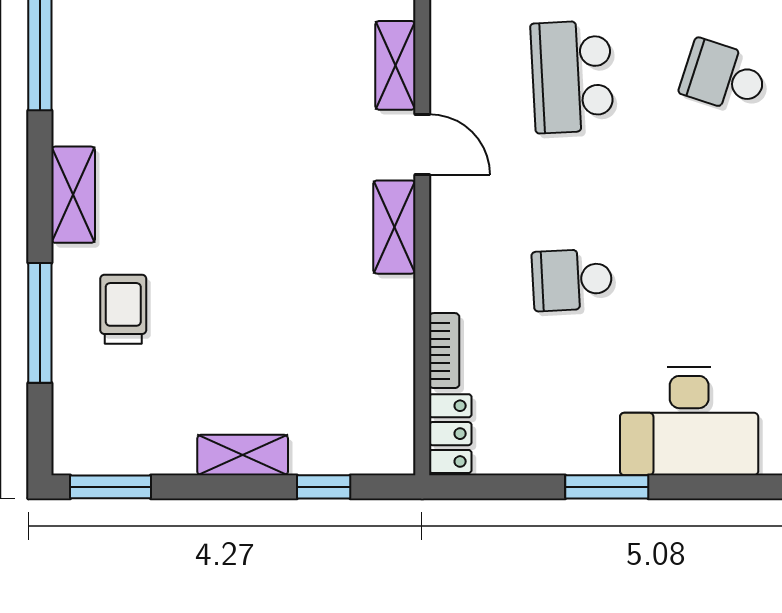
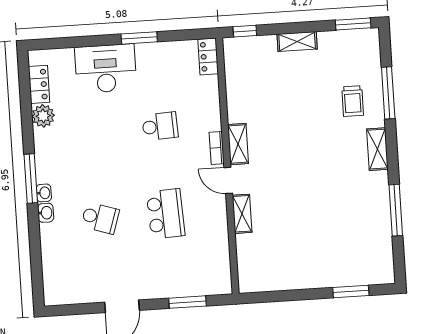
bookcase: (444, 351) -> (217, 148), moved
window: (324, 487) -> (245, 31), moved

